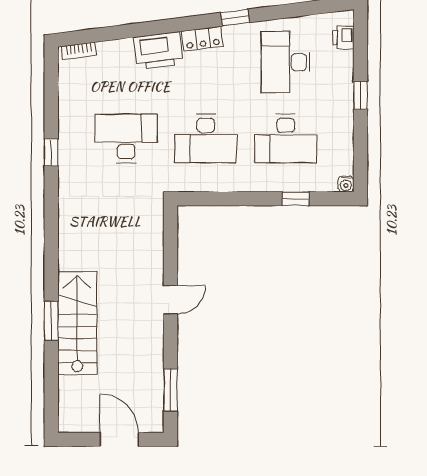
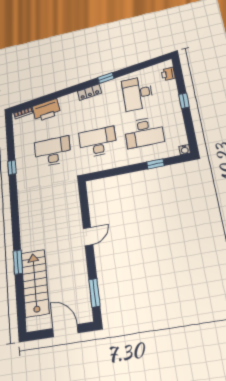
printer: (159, 51) -> (46, 110), moved
desk: (206, 138) -> (98, 142), turned 180
stairs: (77, 323) -> (35, 283), moved

